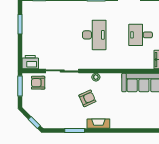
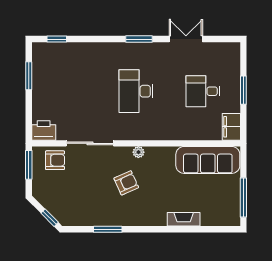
desk: (94, 35) -> (136, 91), turned 180
armchair: (38, 83) -> (55, 160), turned 180
fireplace: (98, 124) -> (184, 219), moved

